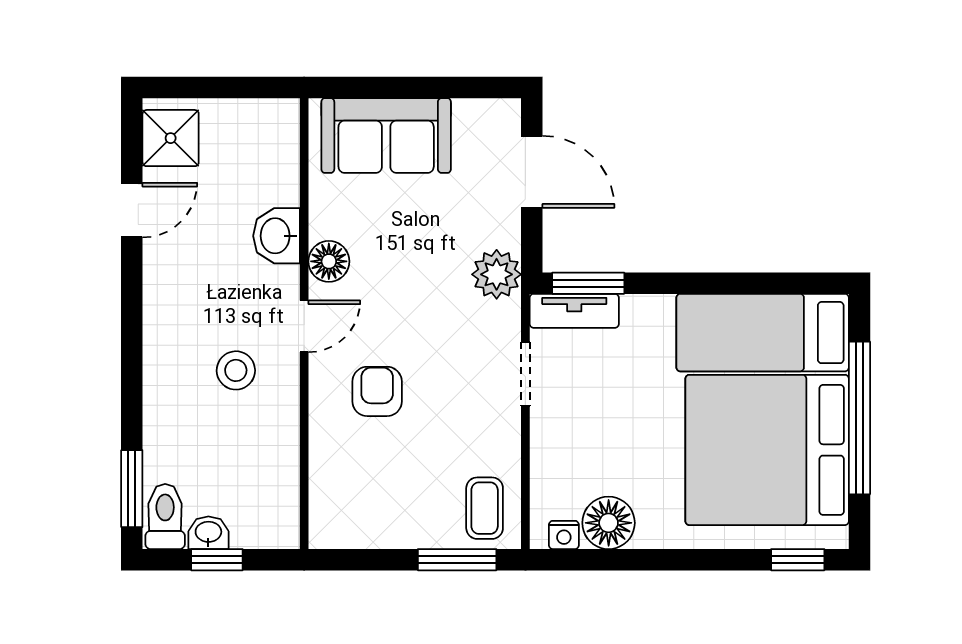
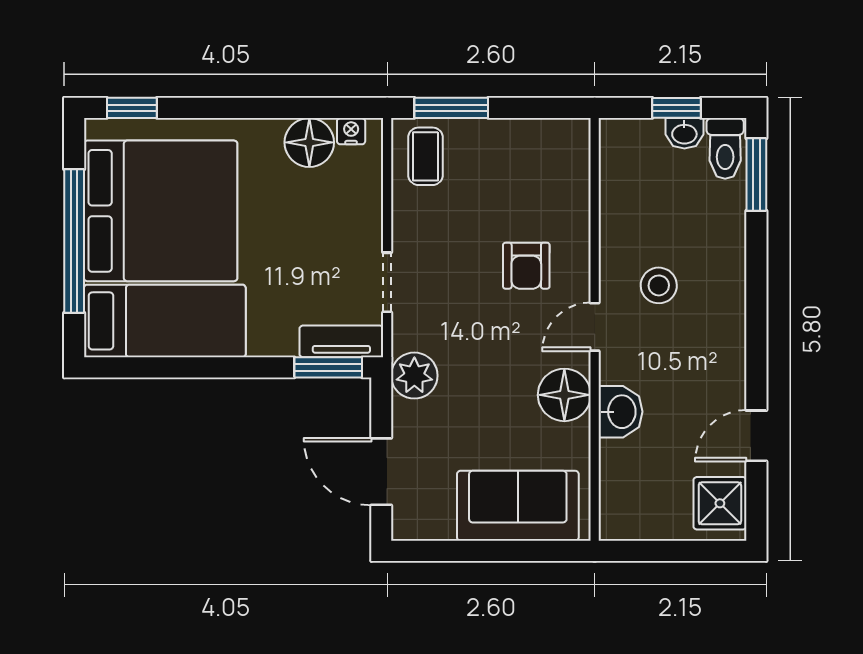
floor lamp: (329, 261) -> (564, 395), width x1.38, depth x1.38

